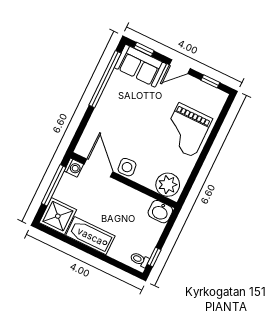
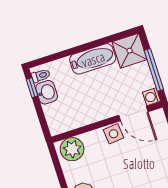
washbasin: (160, 212) -> (47, 92), moved, turned 90

